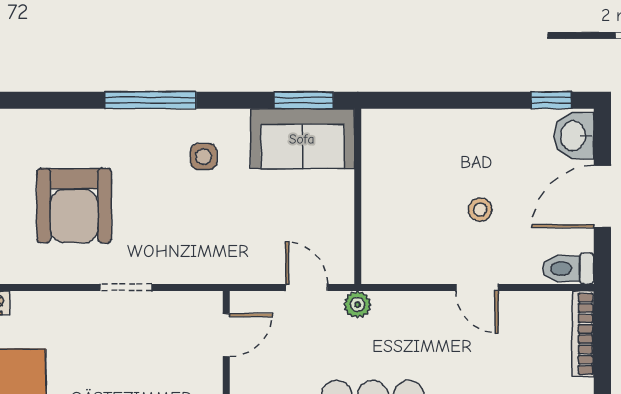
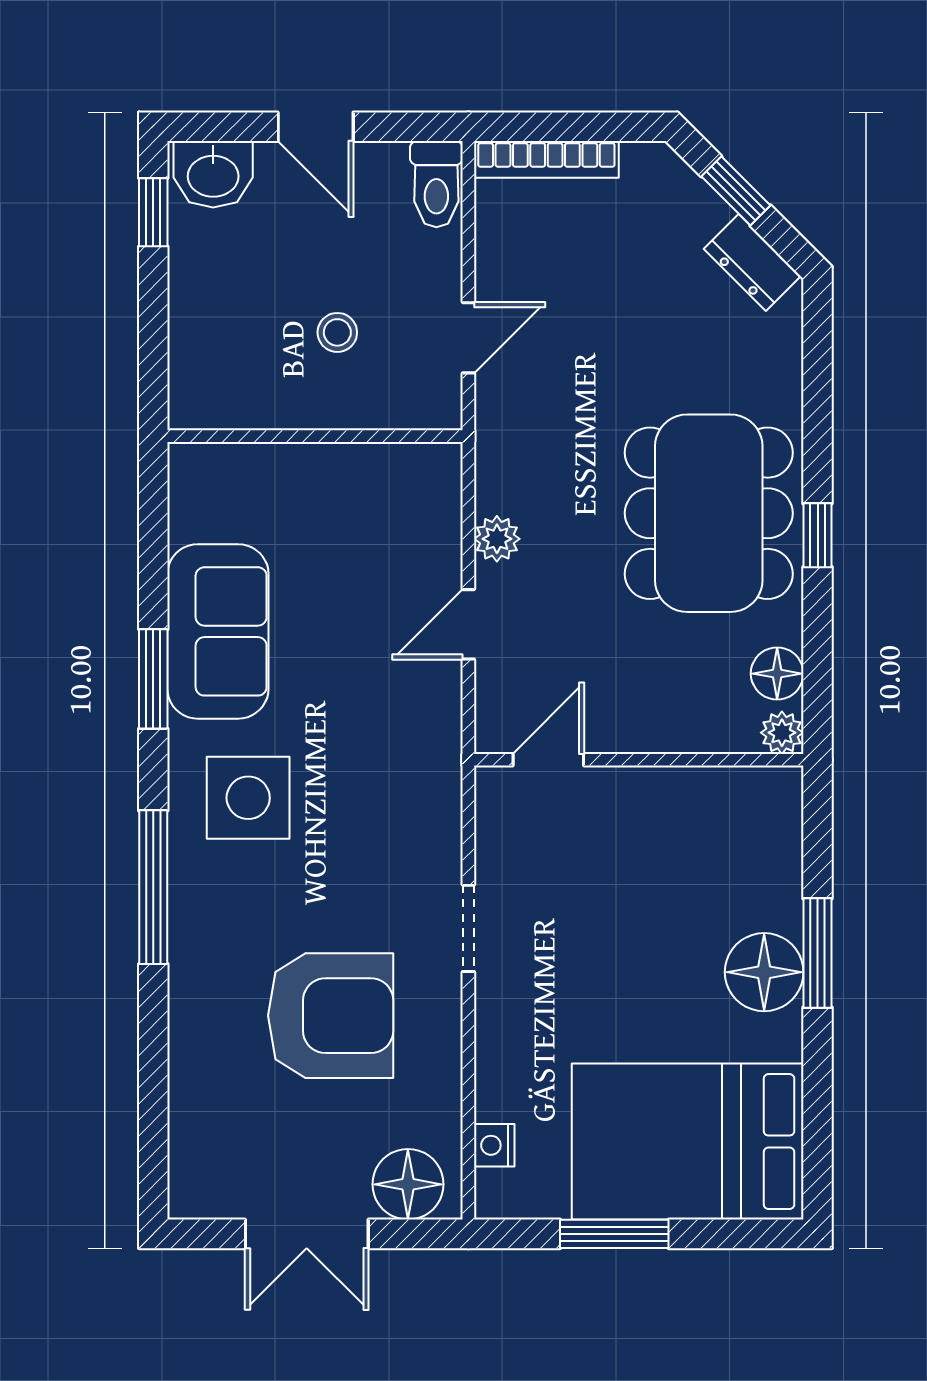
window: (304, 100) -> (153, 679), moved
side table: (204, 157) -> (248, 798), width x1.87, depth x1.87
wall: (358, 196) -> (315, 436), moved
door: (602, 197) -> (316, 127), width x0.73
door: (226, 335) -> (548, 760), hinge flipped

